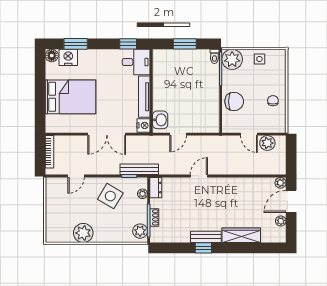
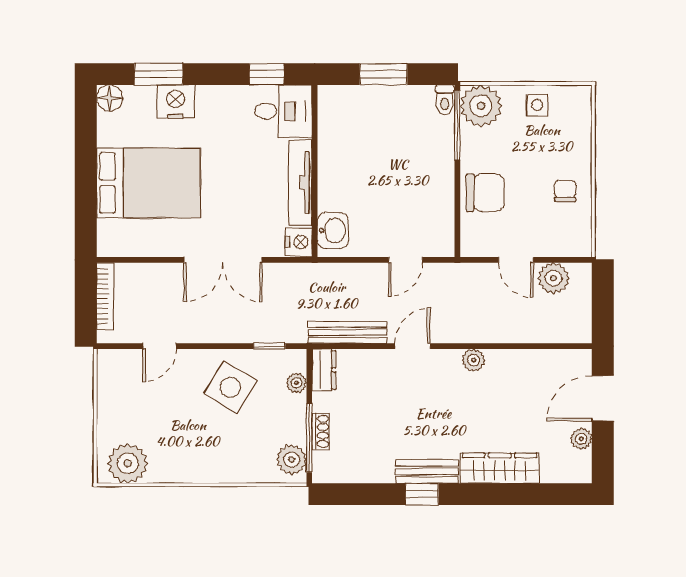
nightstand: (68, 57) -> (176, 102), moved
door: (178, 134) -> (406, 260), moved
bench: (139, 169) -> (347, 332), moved
plant: (280, 183) -> (474, 360), moved
plant: (83, 233) -> (128, 463), moved

